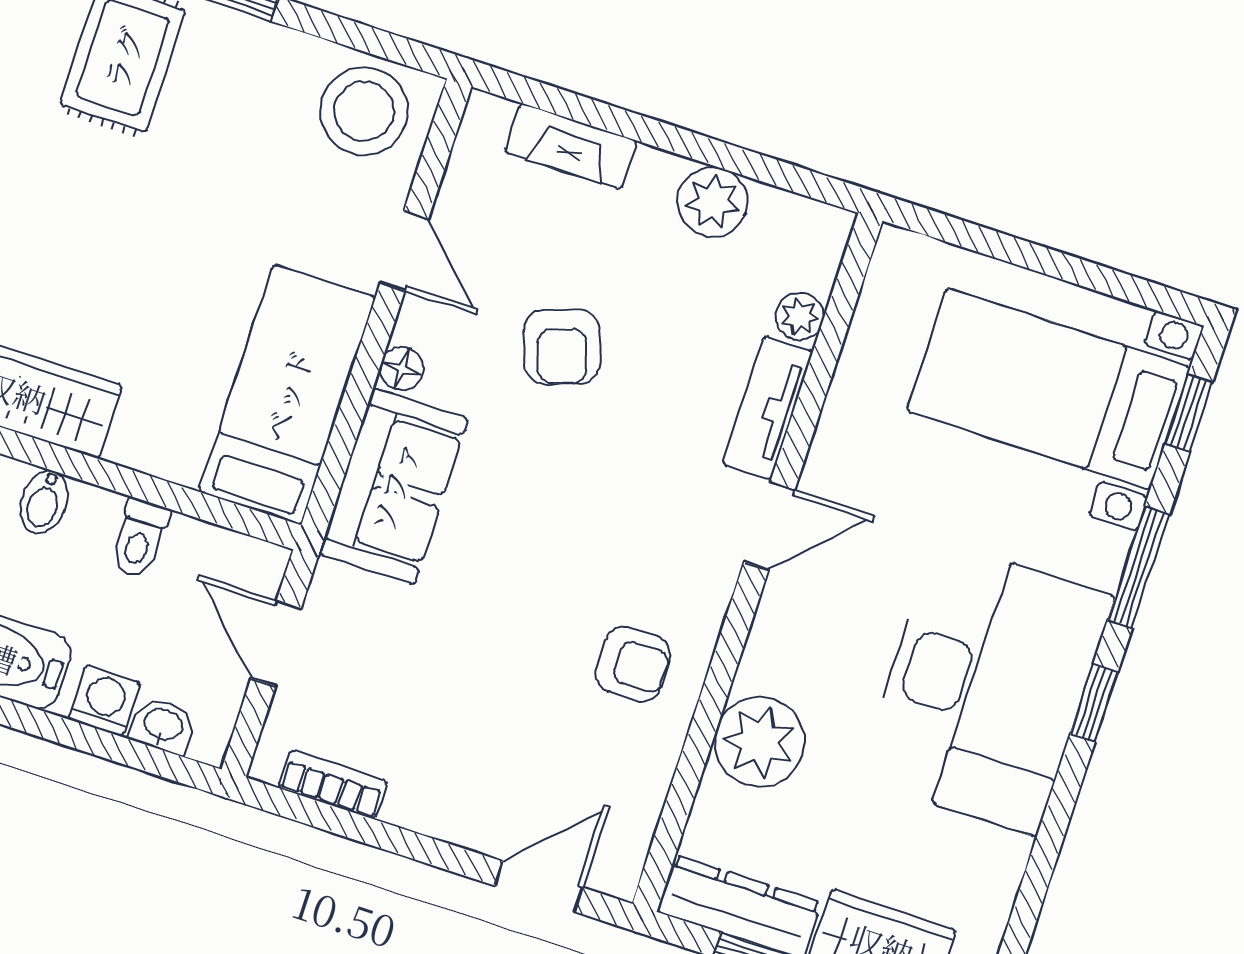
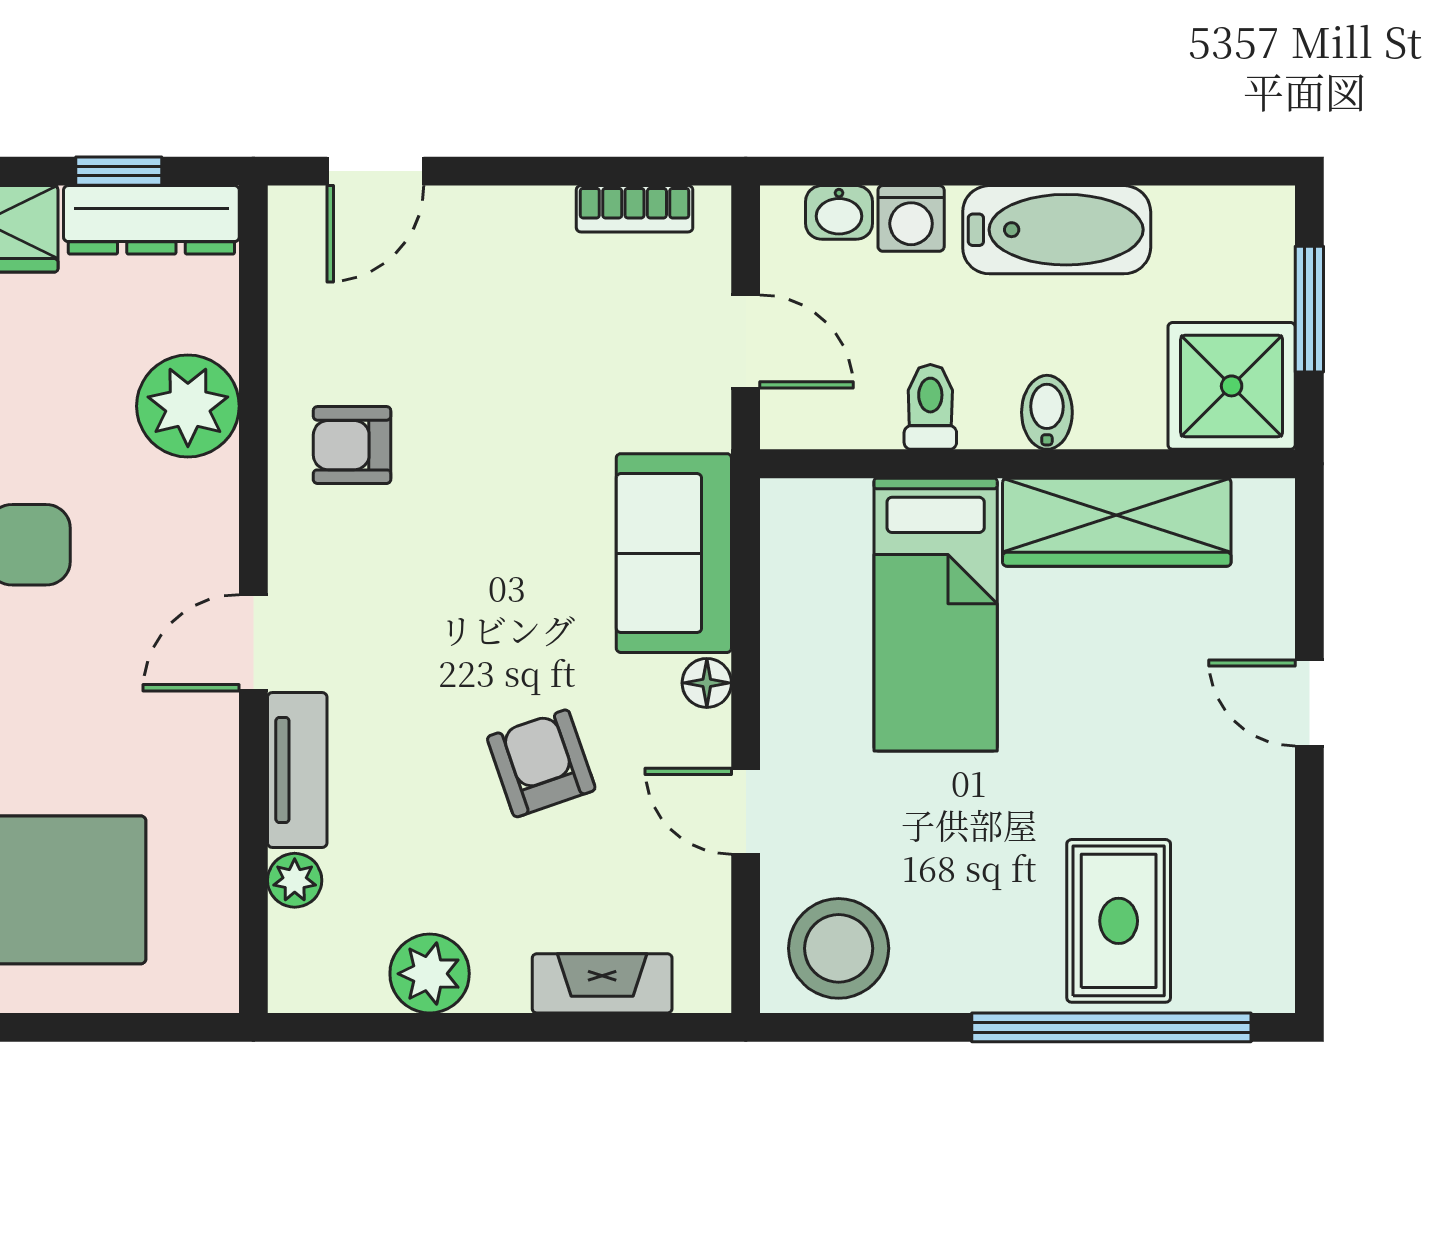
bed: (287, 395) -> (936, 615), moved

